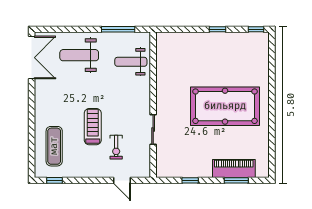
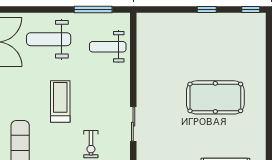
pool table: (225, 106) -> (215, 97), width x0.73, depth x0.76
treadmill: (93, 127) -> (60, 101), moved

